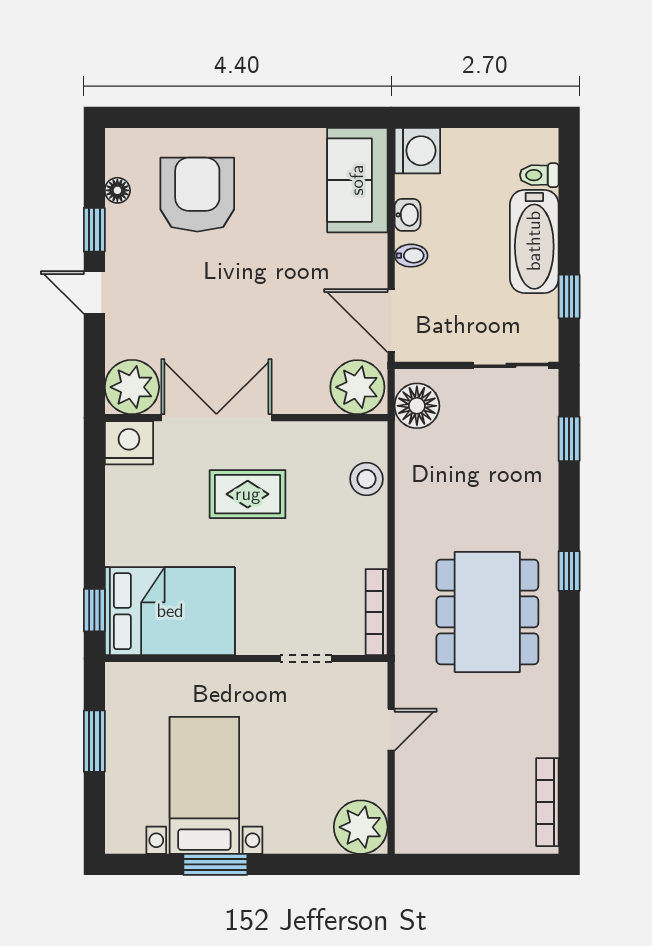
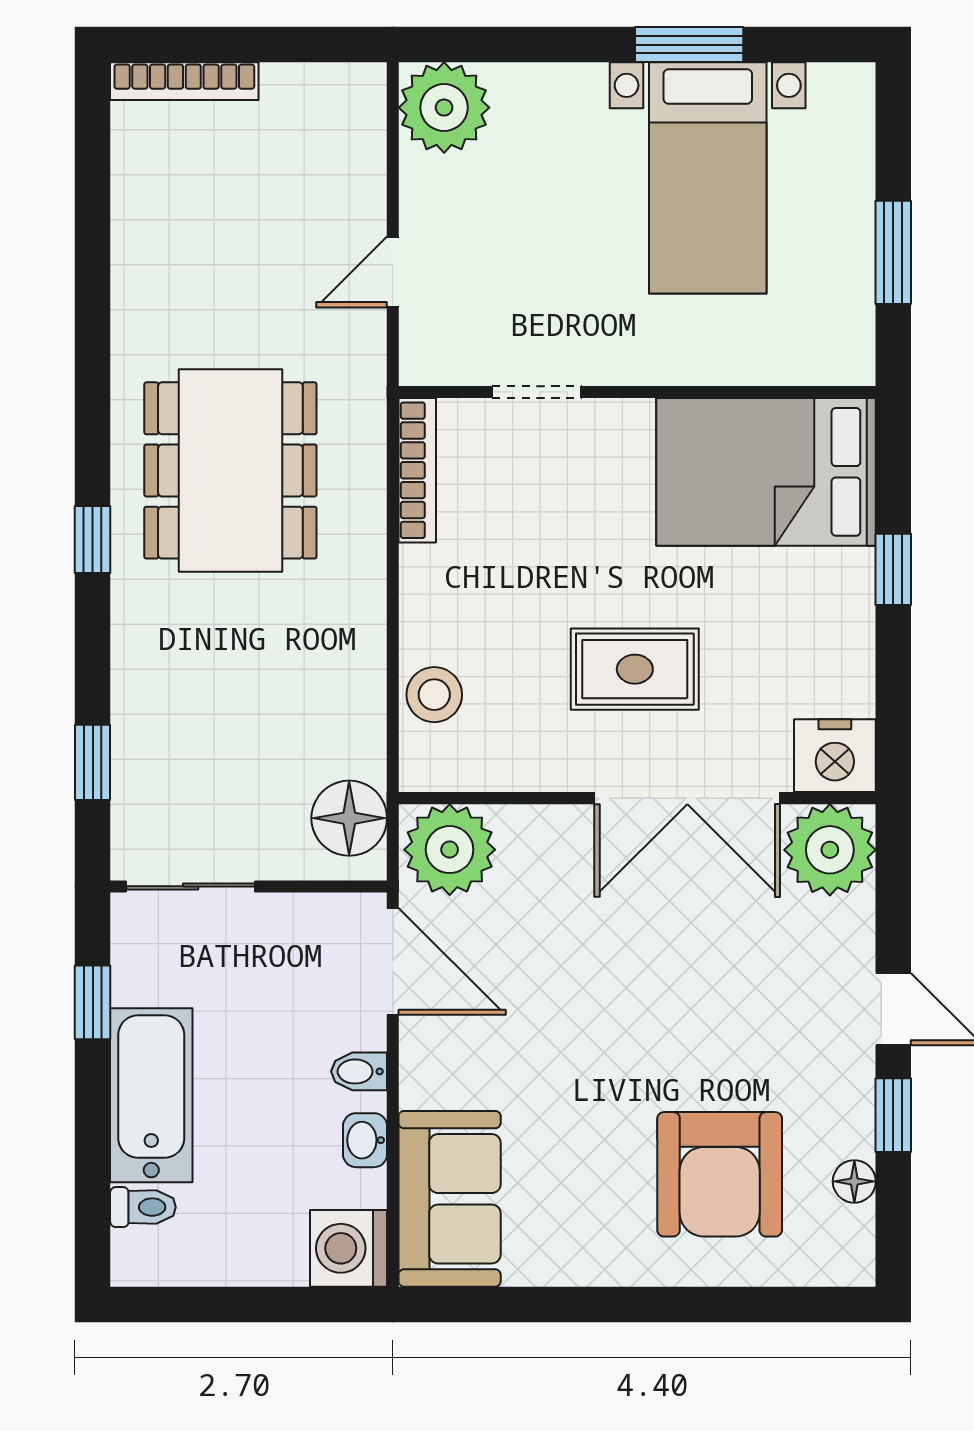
window: (94, 610) -> (893, 569), moved
bookcase: (547, 802) -> (184, 81), moved, turned 90

